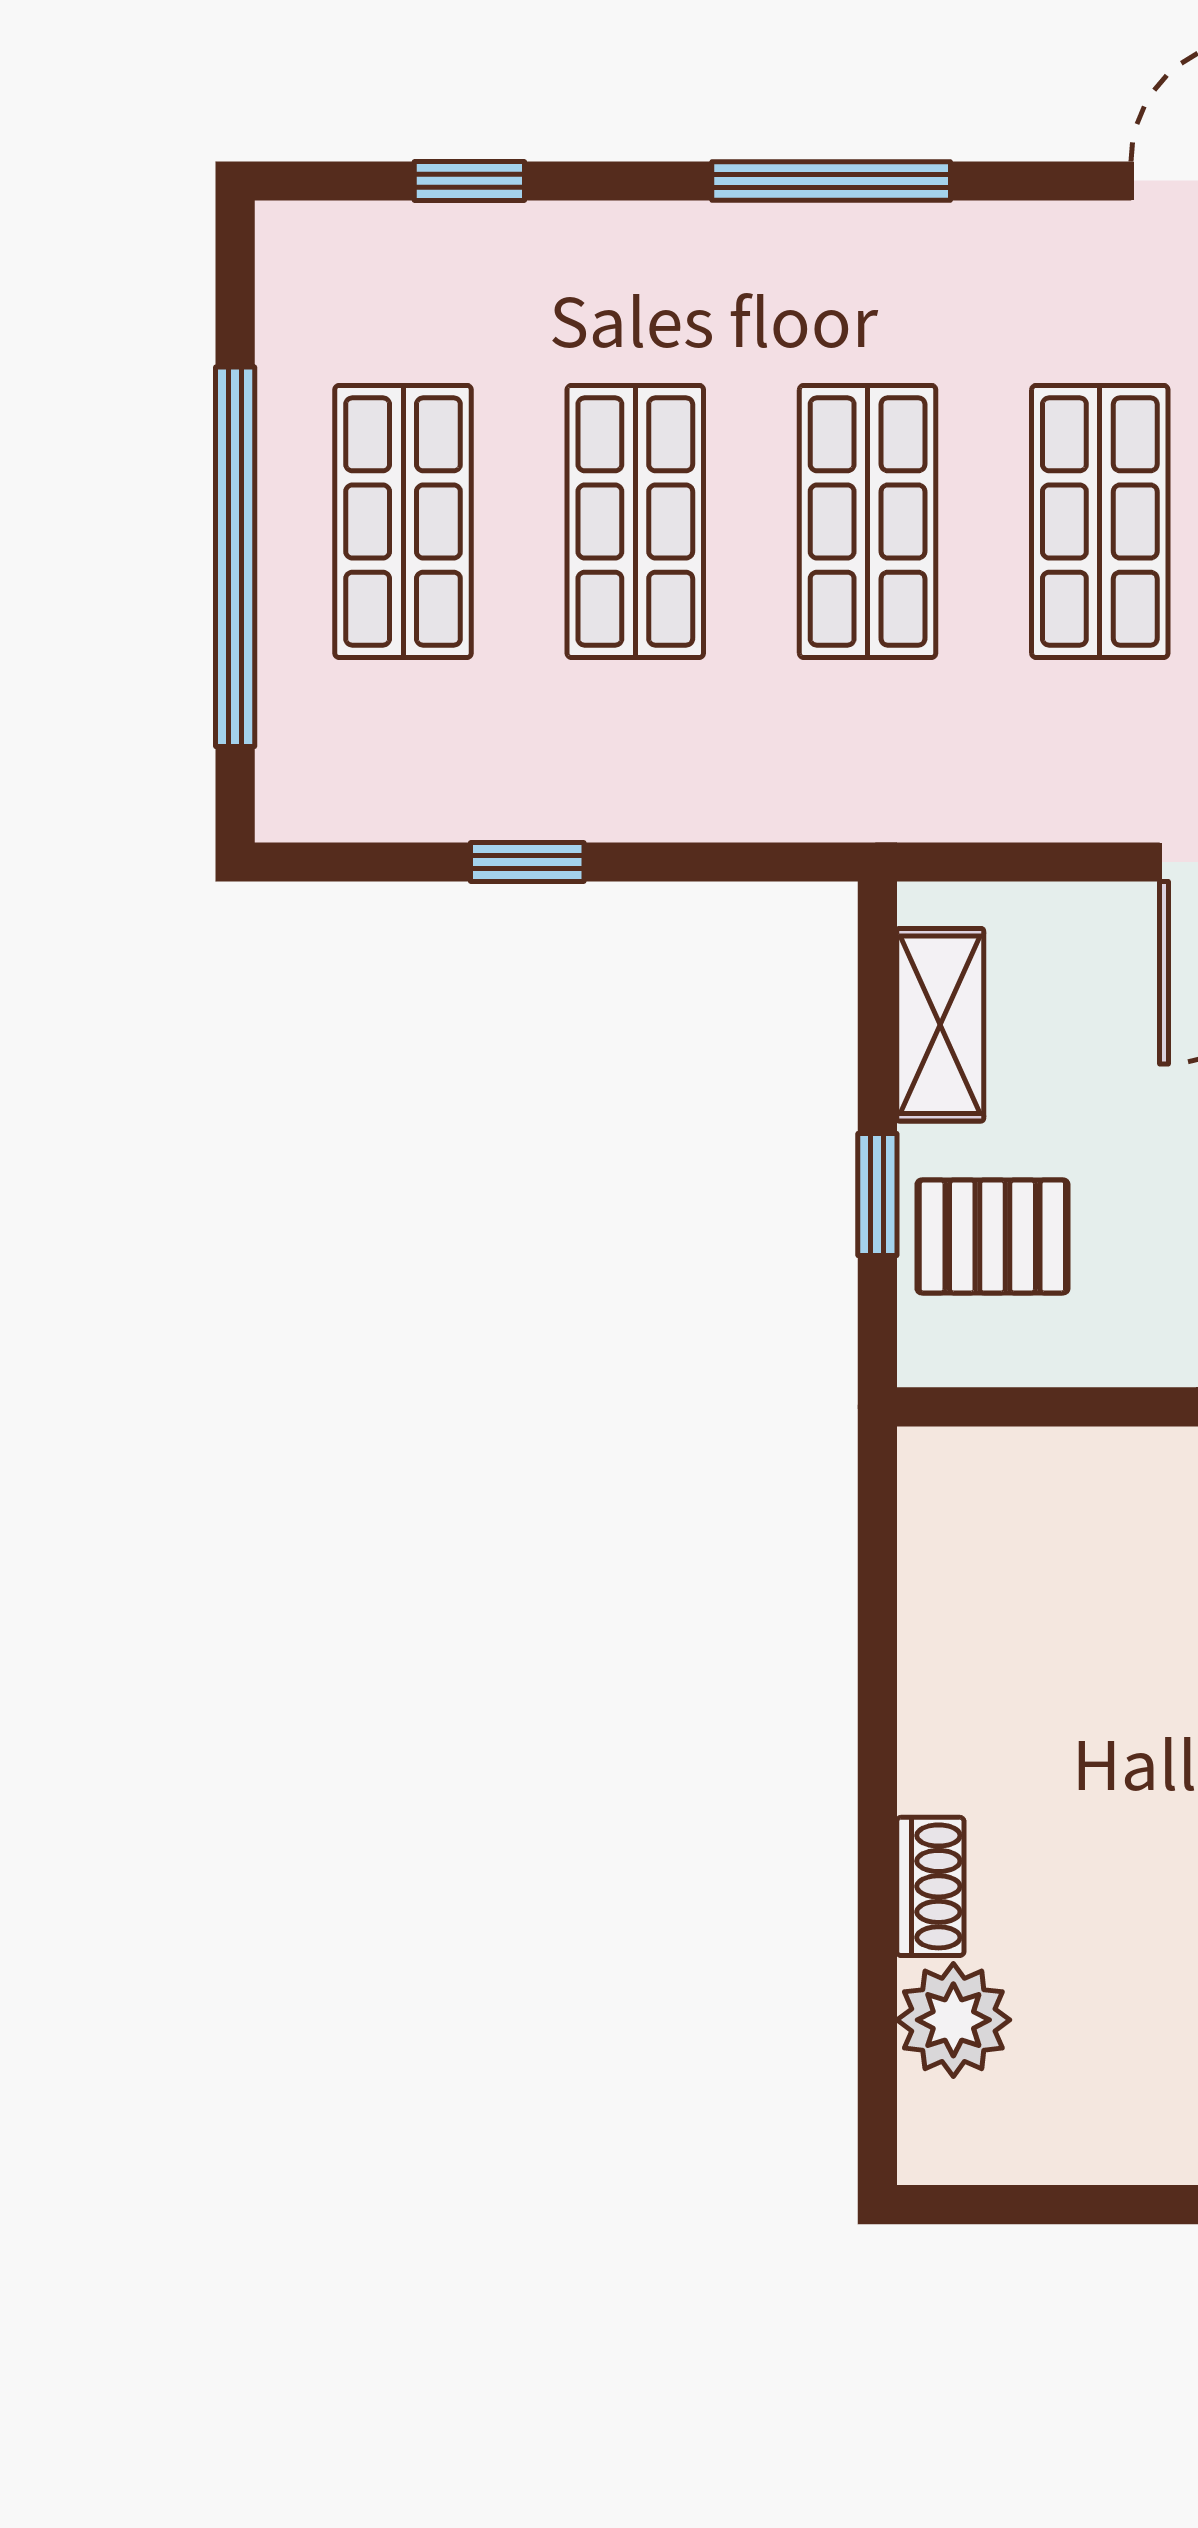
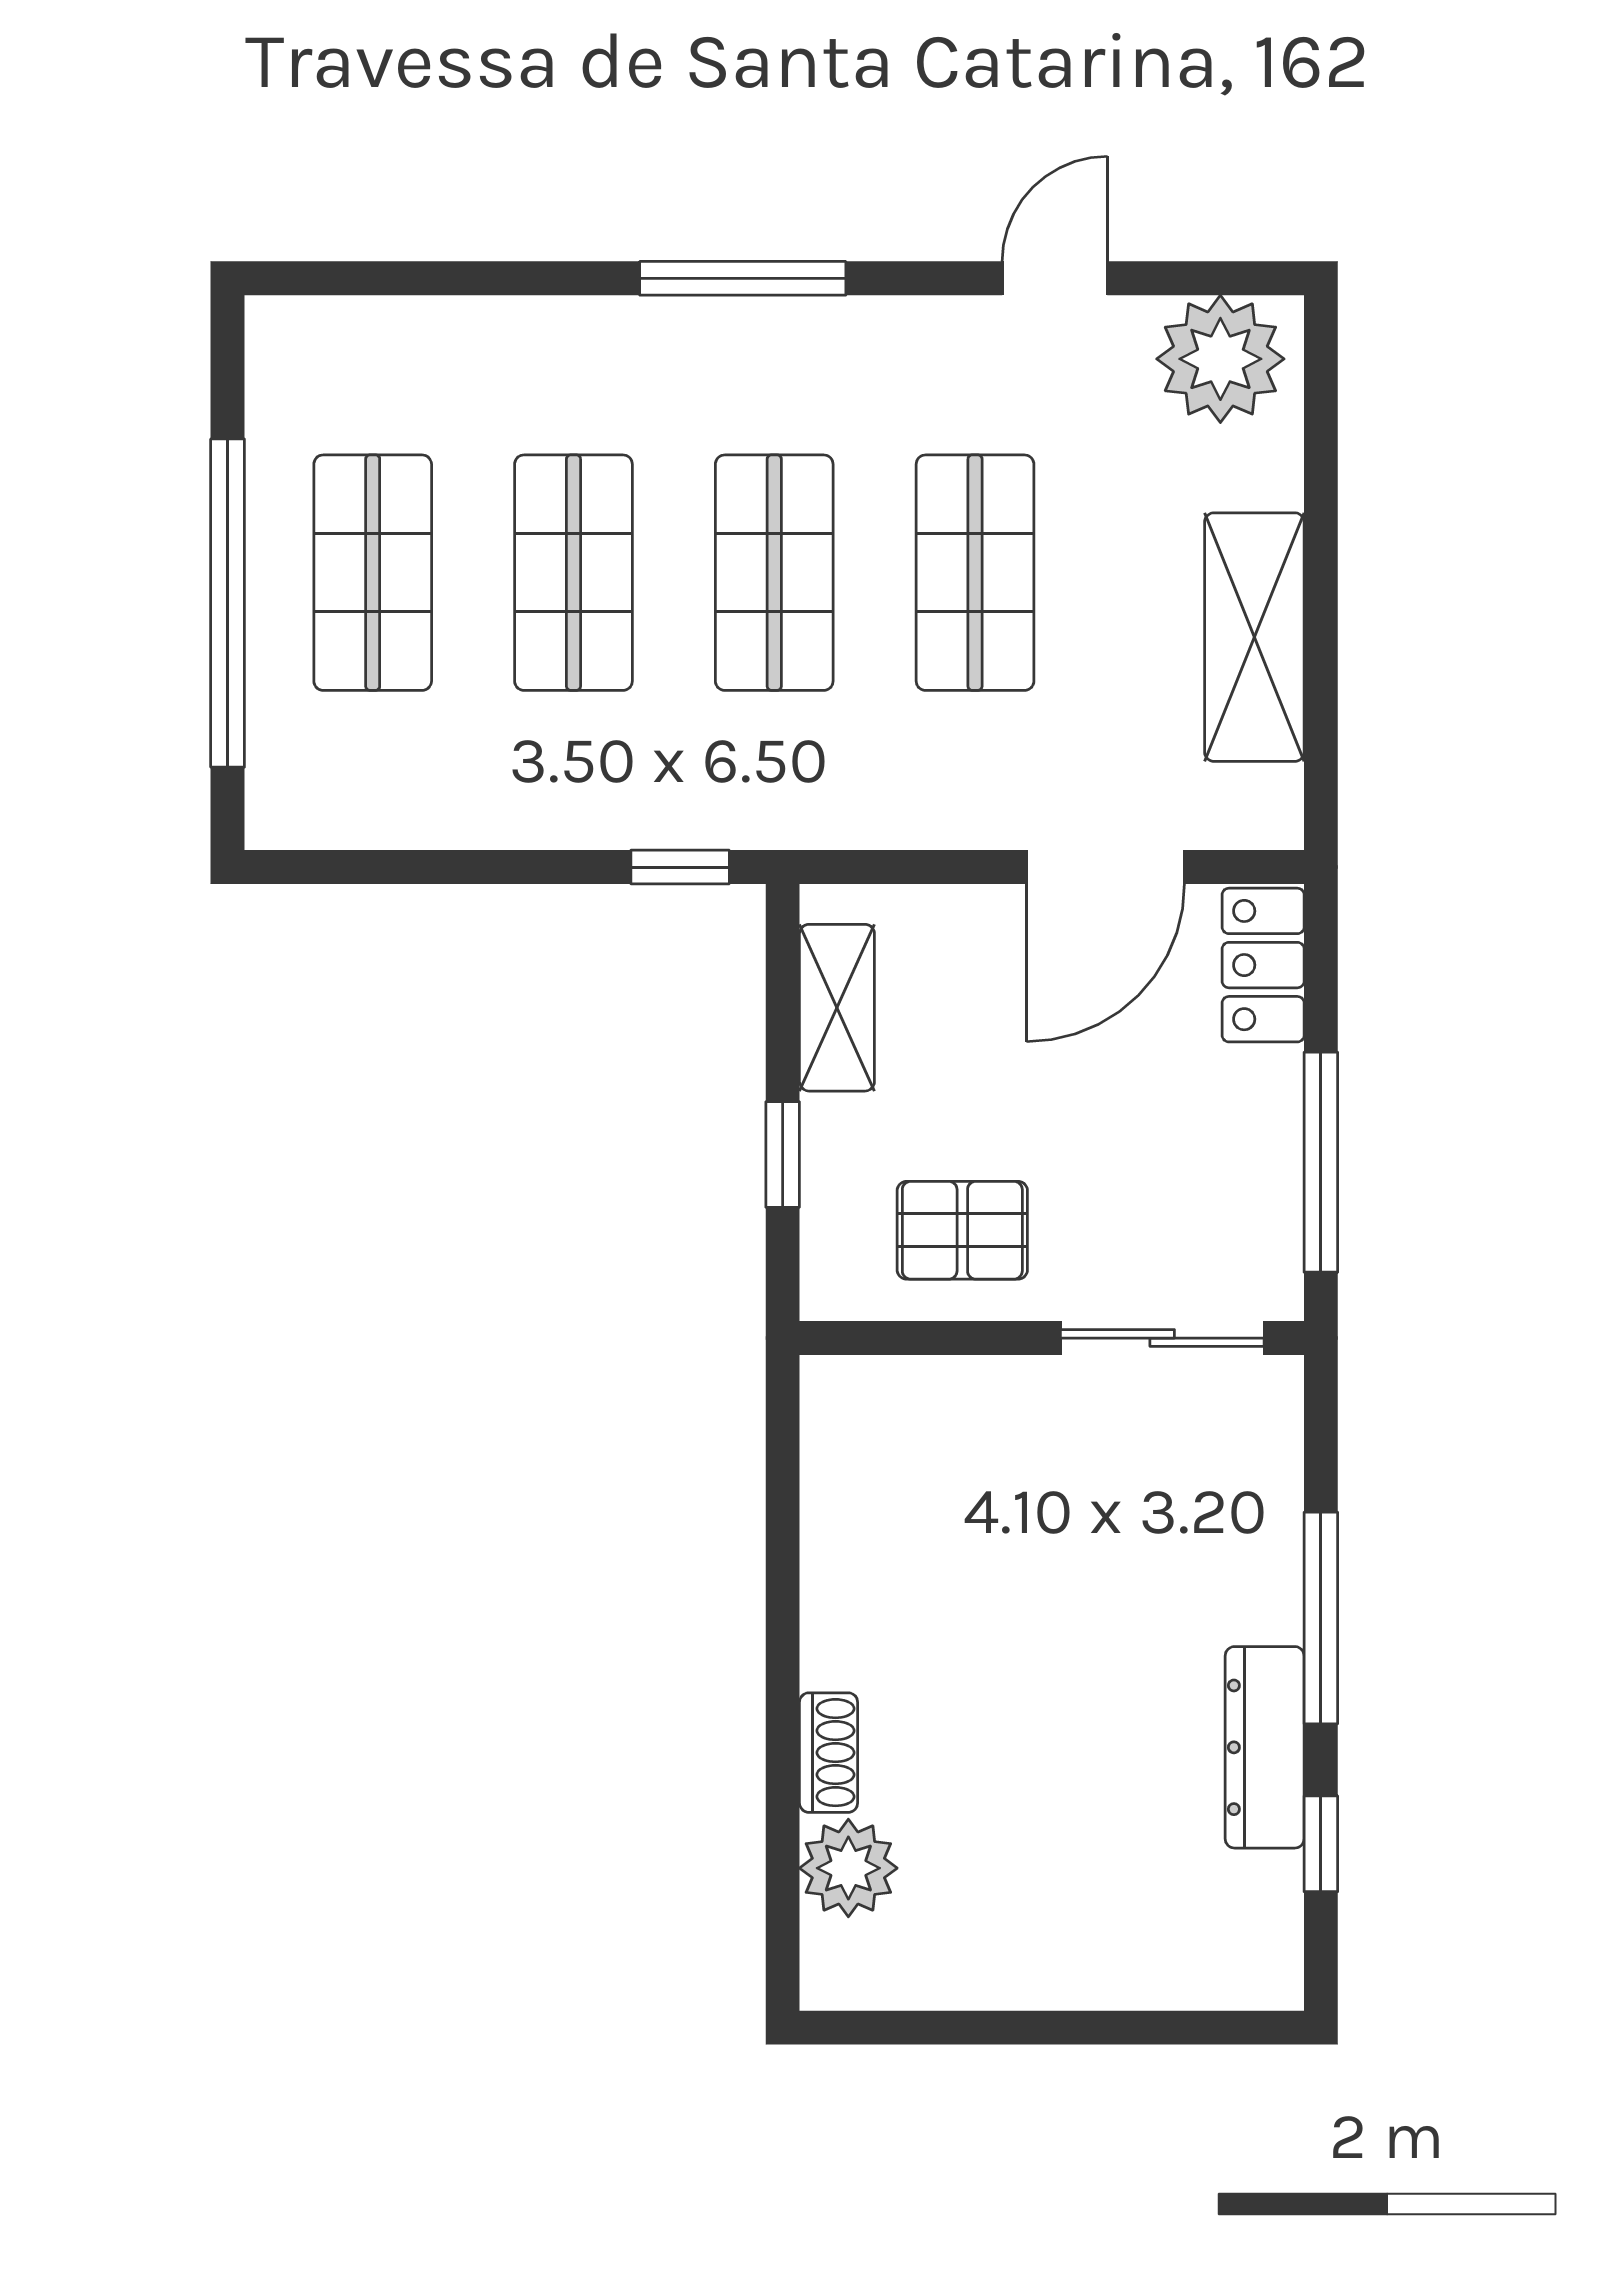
window: (469, 181) -> (430, 278), removed
window: (527, 862) -> (680, 867), moved
pallet: (992, 1236) -> (962, 1230), moved

